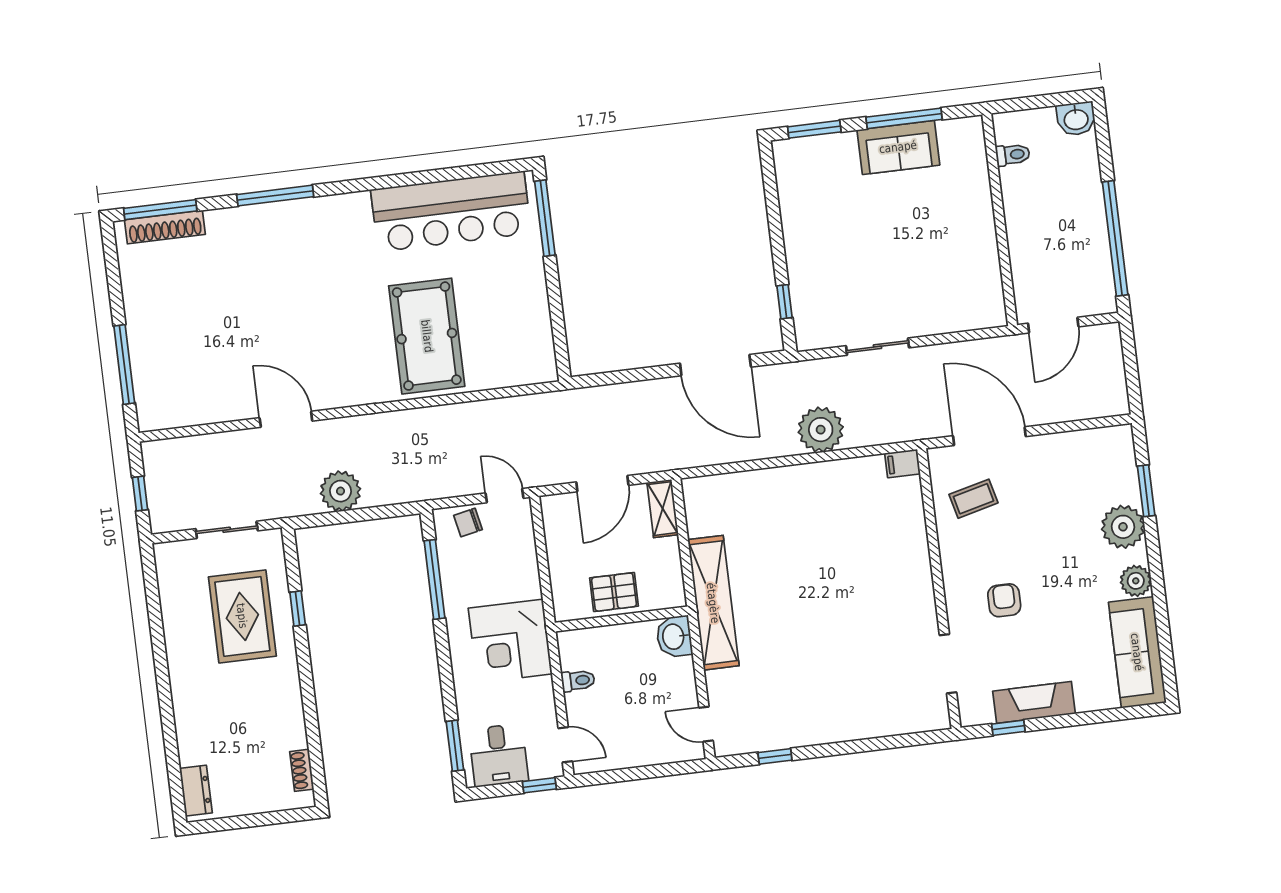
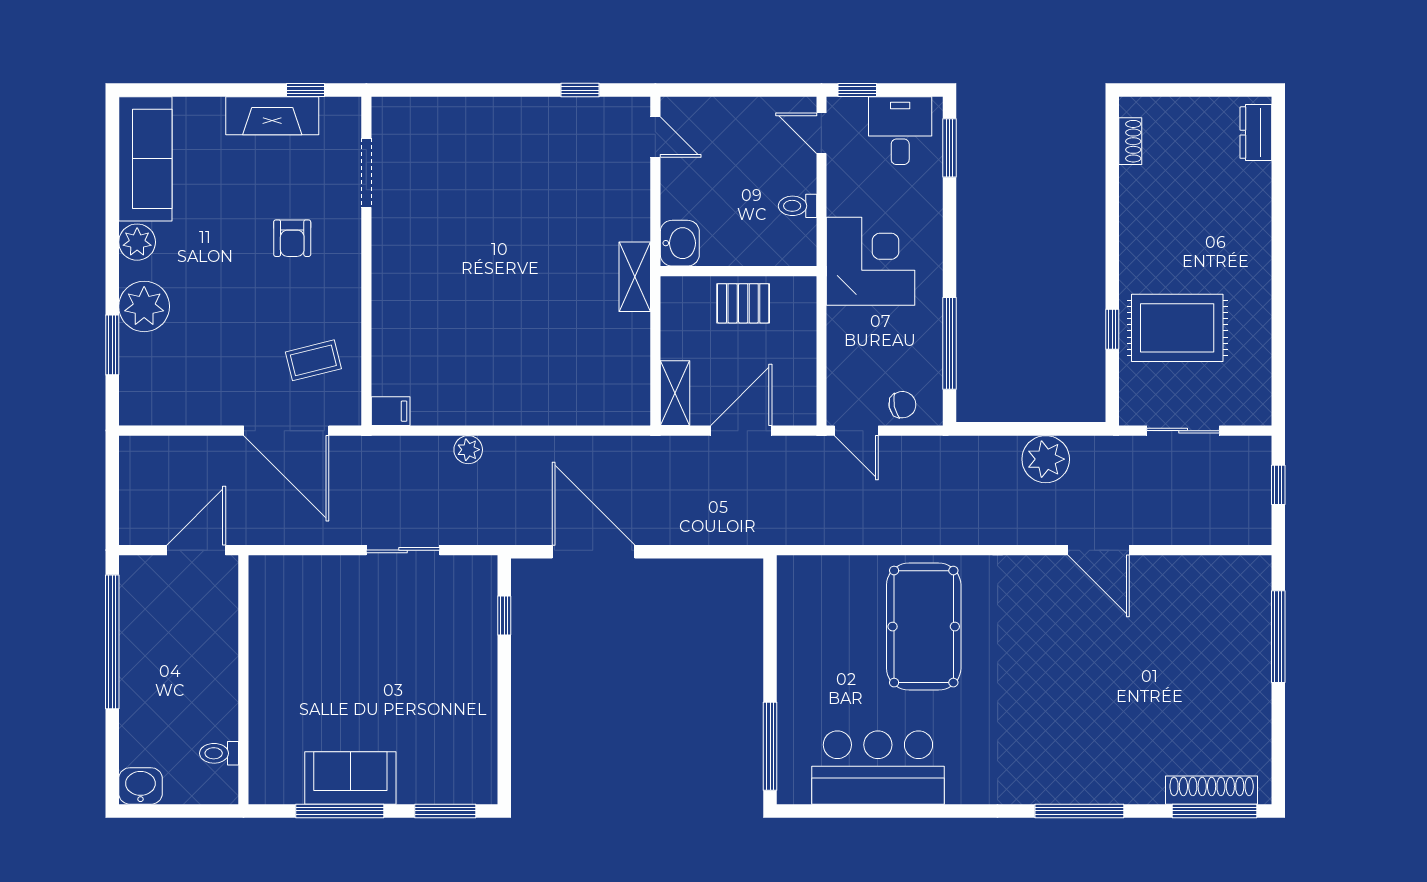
bar counter: (451, 211) -> (878, 768), width x0.73
plant: (821, 430) -> (468, 450), width x0.53, depth x0.53
shelving: (713, 603) -> (635, 277), width x0.45, depth x0.75
rug: (242, 616) -> (1177, 328), turned 90

